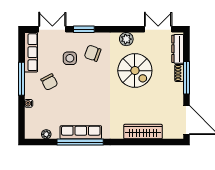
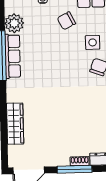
spiral stairs: (135, 71) -> (81, 113), removed
plant: (46, 134) -> (14, 23), width x1.87, depth x1.87

